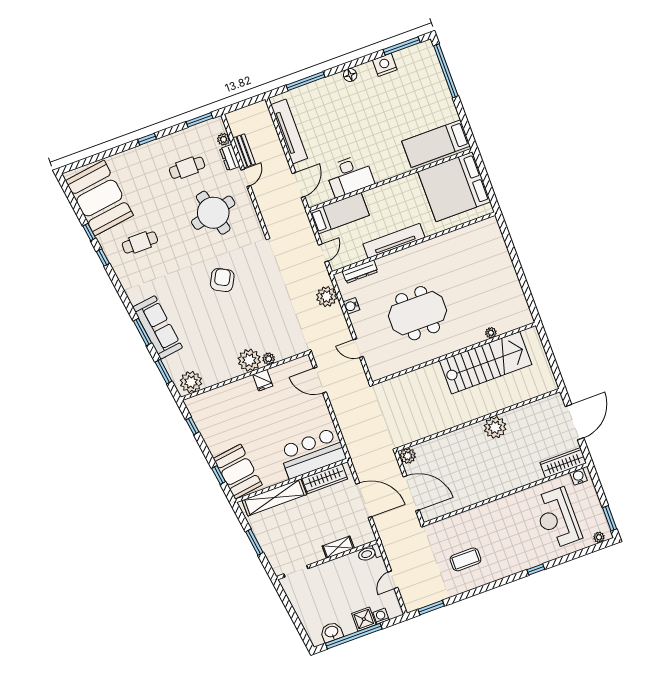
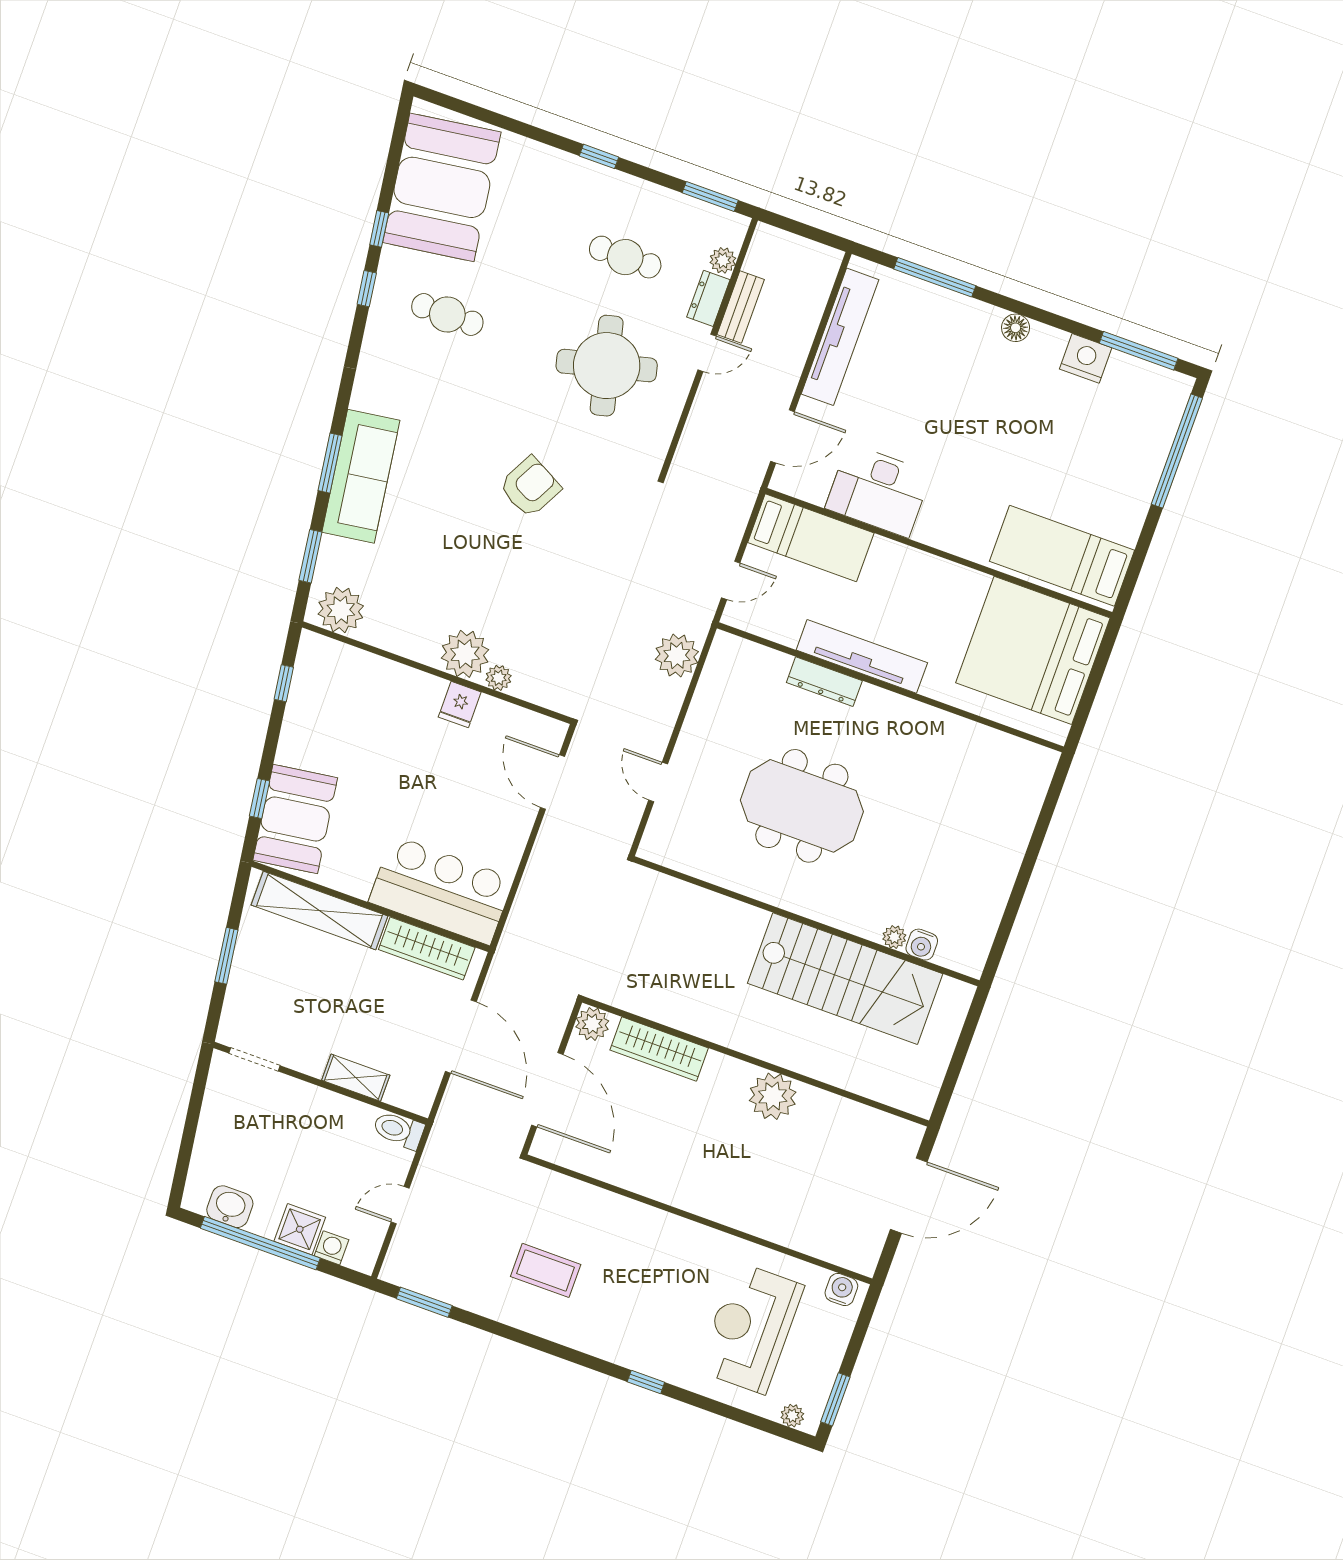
dresser: (360, 272) -> (824, 682), moved
water cooler: (351, 306) -> (922, 945), moved, turned -90
wardrobe: (563, 463) -> (659, 1049), moved, turned 180

